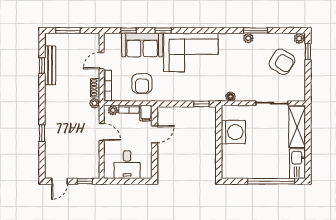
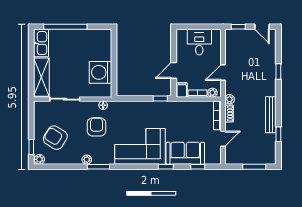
window: (256, 31) -> (98, 167), moved
bench: (50, 65) -> (271, 115), moved
armchair: (142, 84) -> (97, 127), moved
window: (201, 104) -> (160, 99), moved
door: (102, 132) -> (223, 73), hinge flipped
door: (59, 181) -> (262, 27), swing flipped

